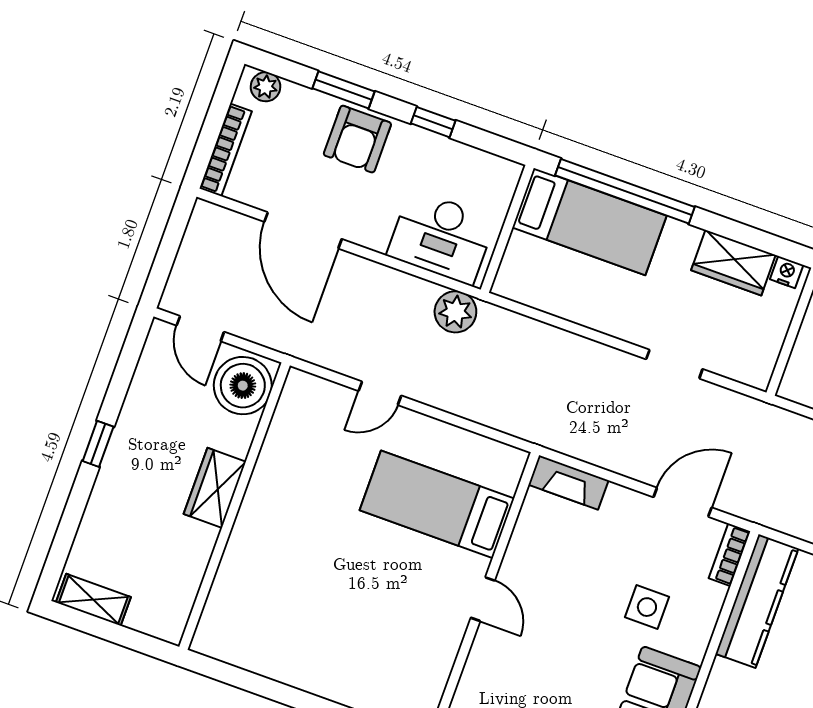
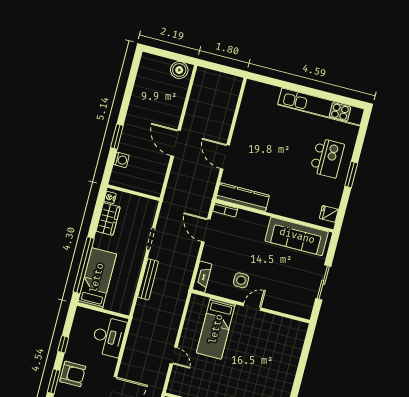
plant: (455, 312) -> (138, 328), removed
bench: (575, 348) -> (148, 279), added
side table: (647, 607) -> (241, 280), moved

